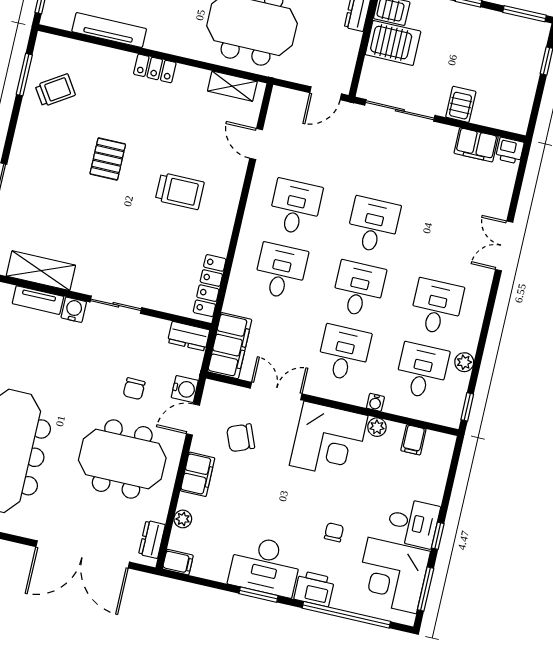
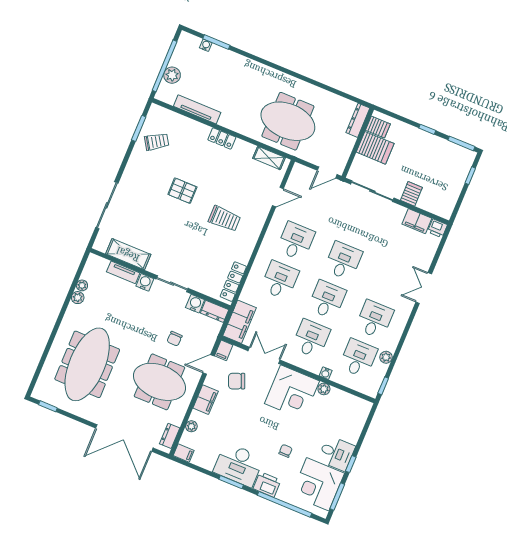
door: (256, 144) -> (278, 197), swing flipped
pallet: (108, 159) -> (182, 191), turned 90
water cooler: (185, 389) -> (195, 304), moved, turned -90
filing cabinet: (413, 440) -> (224, 350), moved

